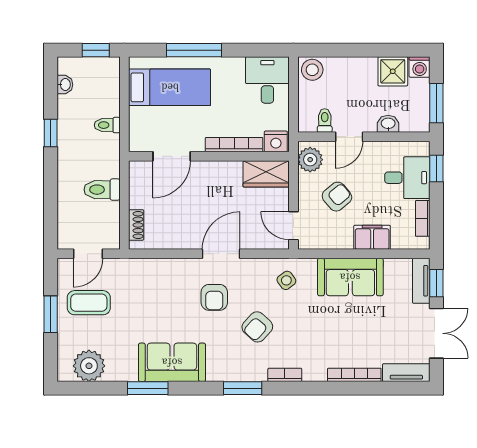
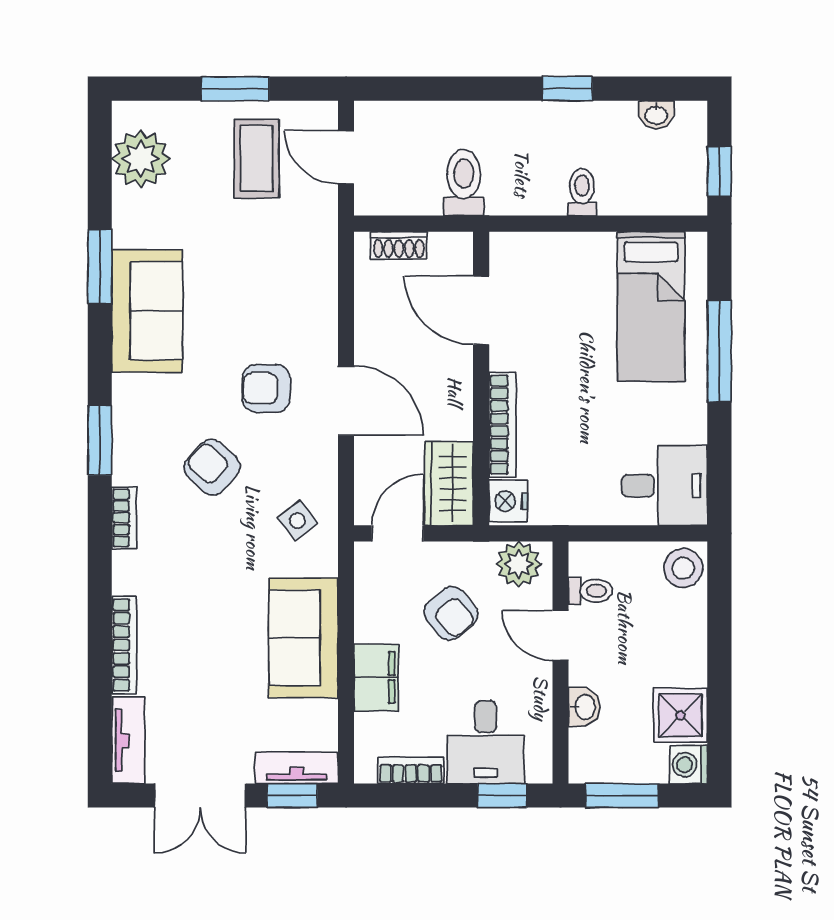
nightstand: (276, 141) -> (508, 501), moved
bookcase: (234, 145) -> (502, 425), moved
door: (172, 156) -> (481, 310), moved
wall: (209, 156) -> (481, 379), moved
wardrobe: (266, 174) -> (449, 483), moved

